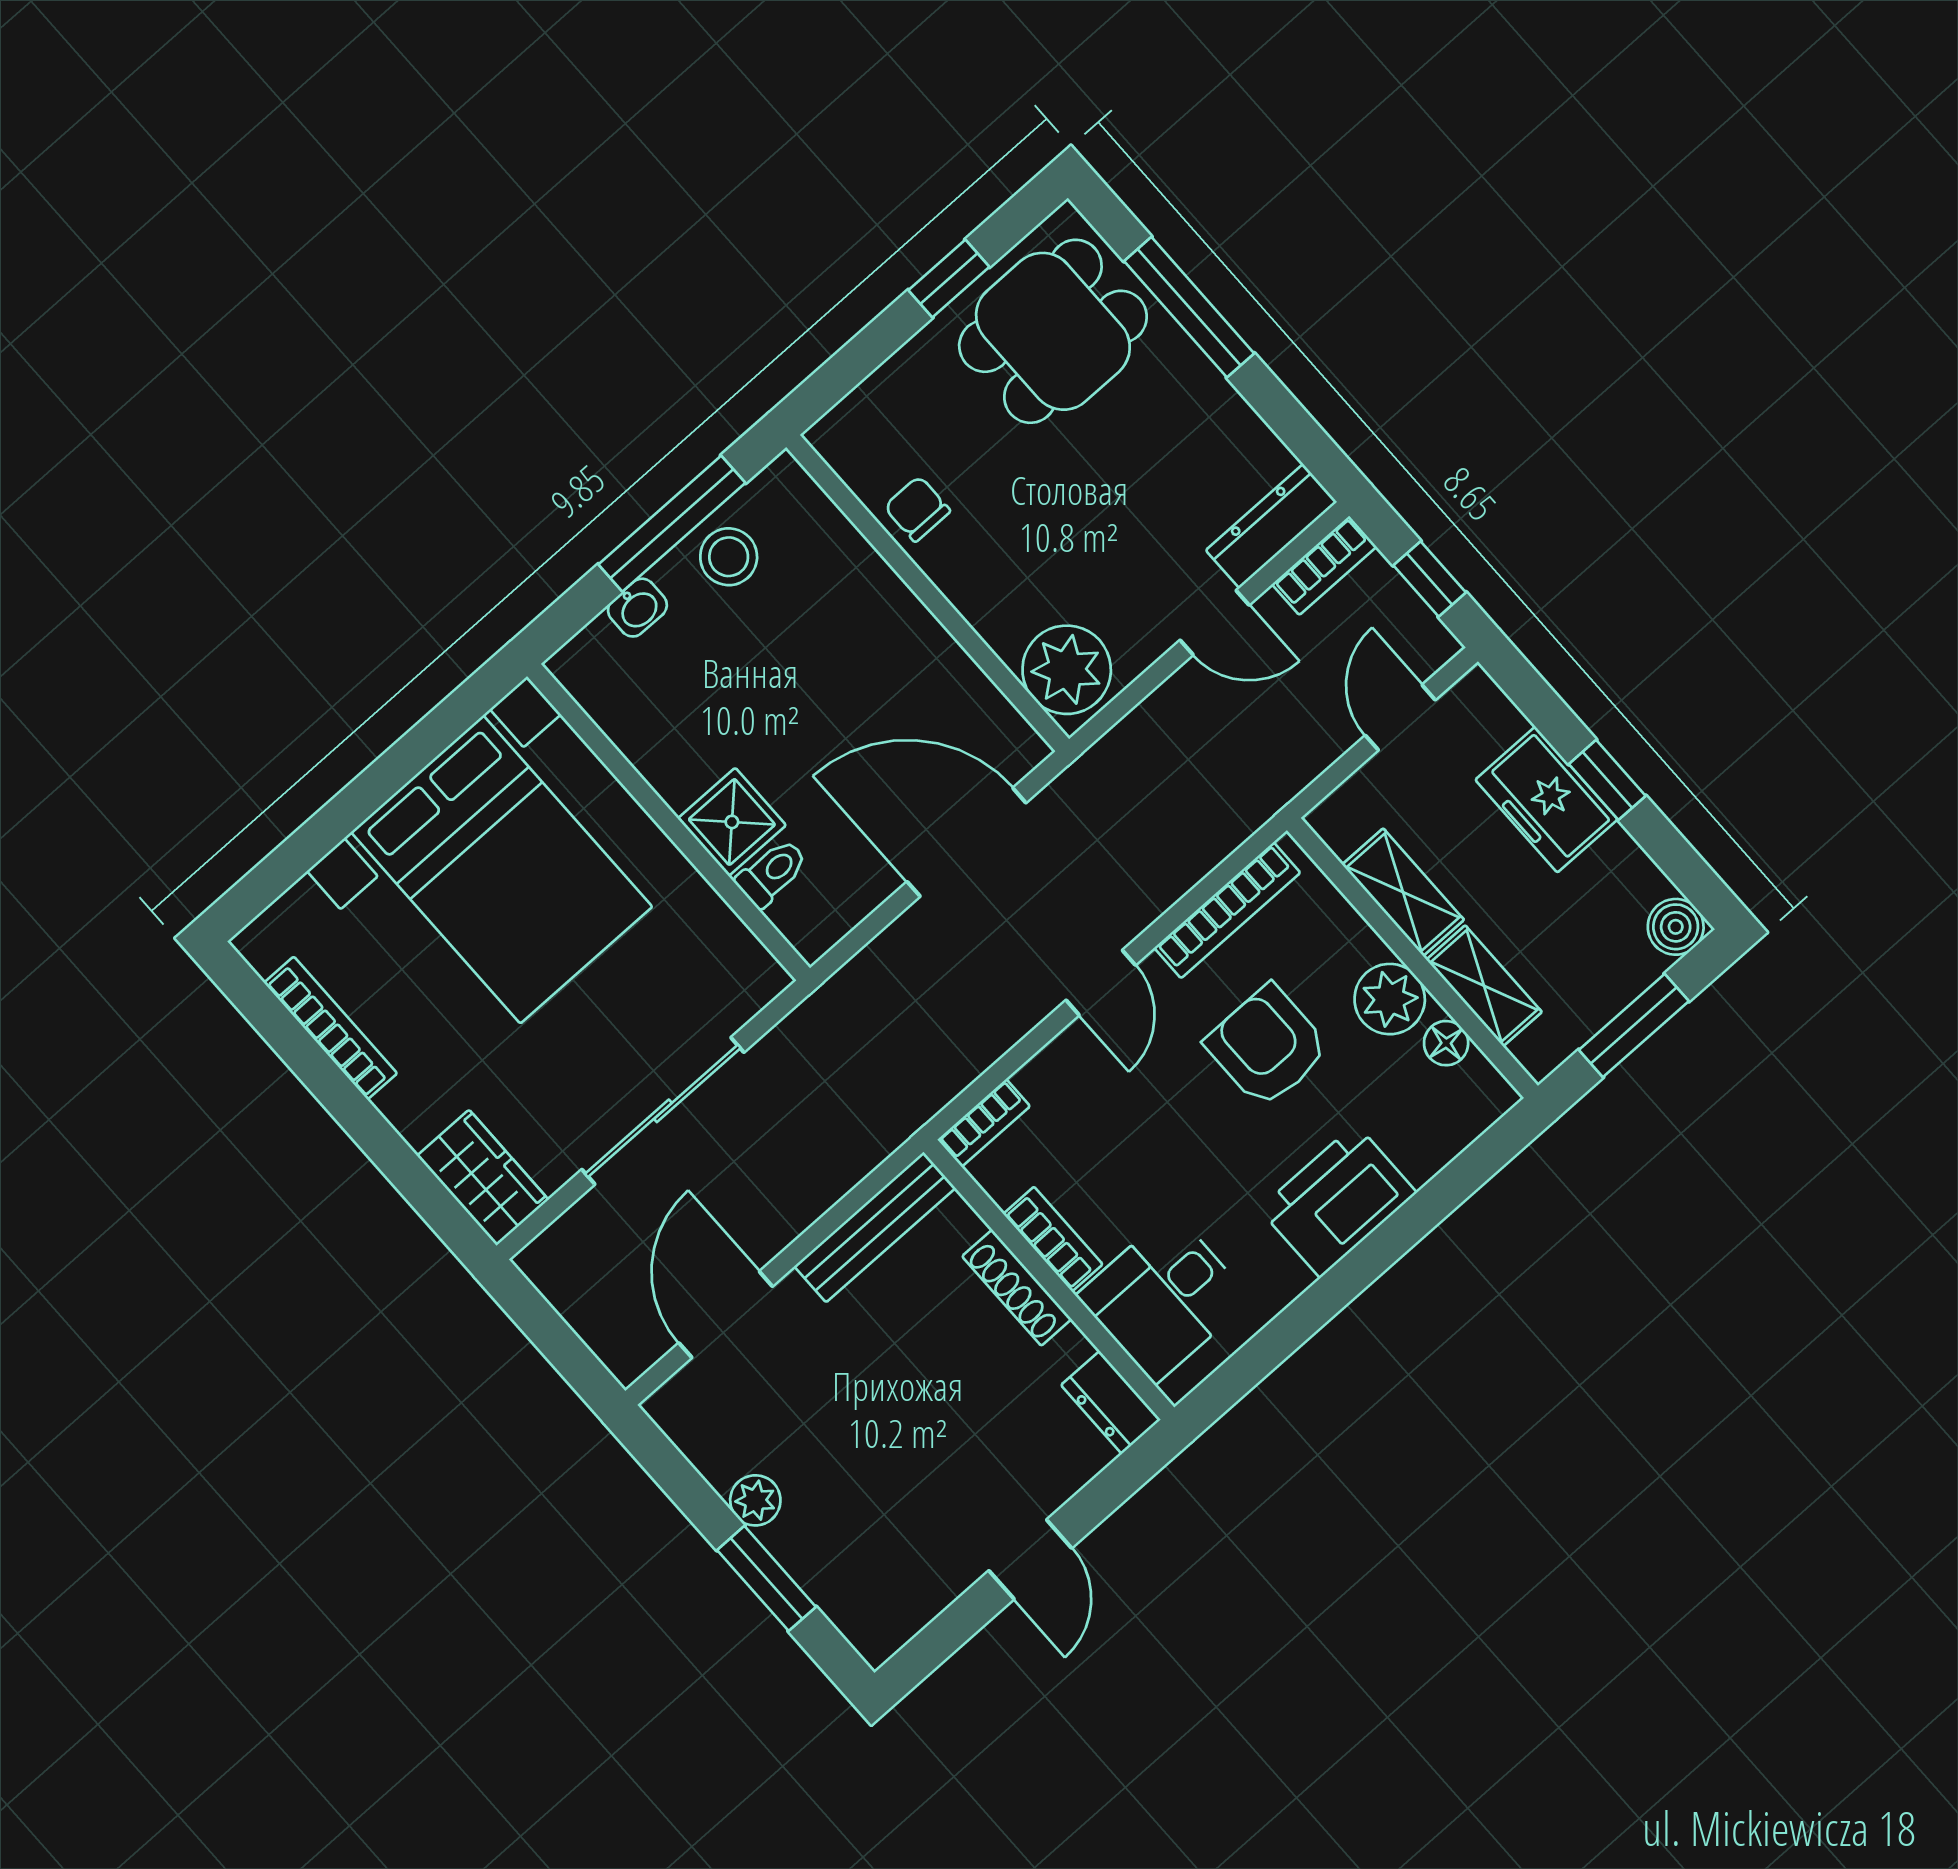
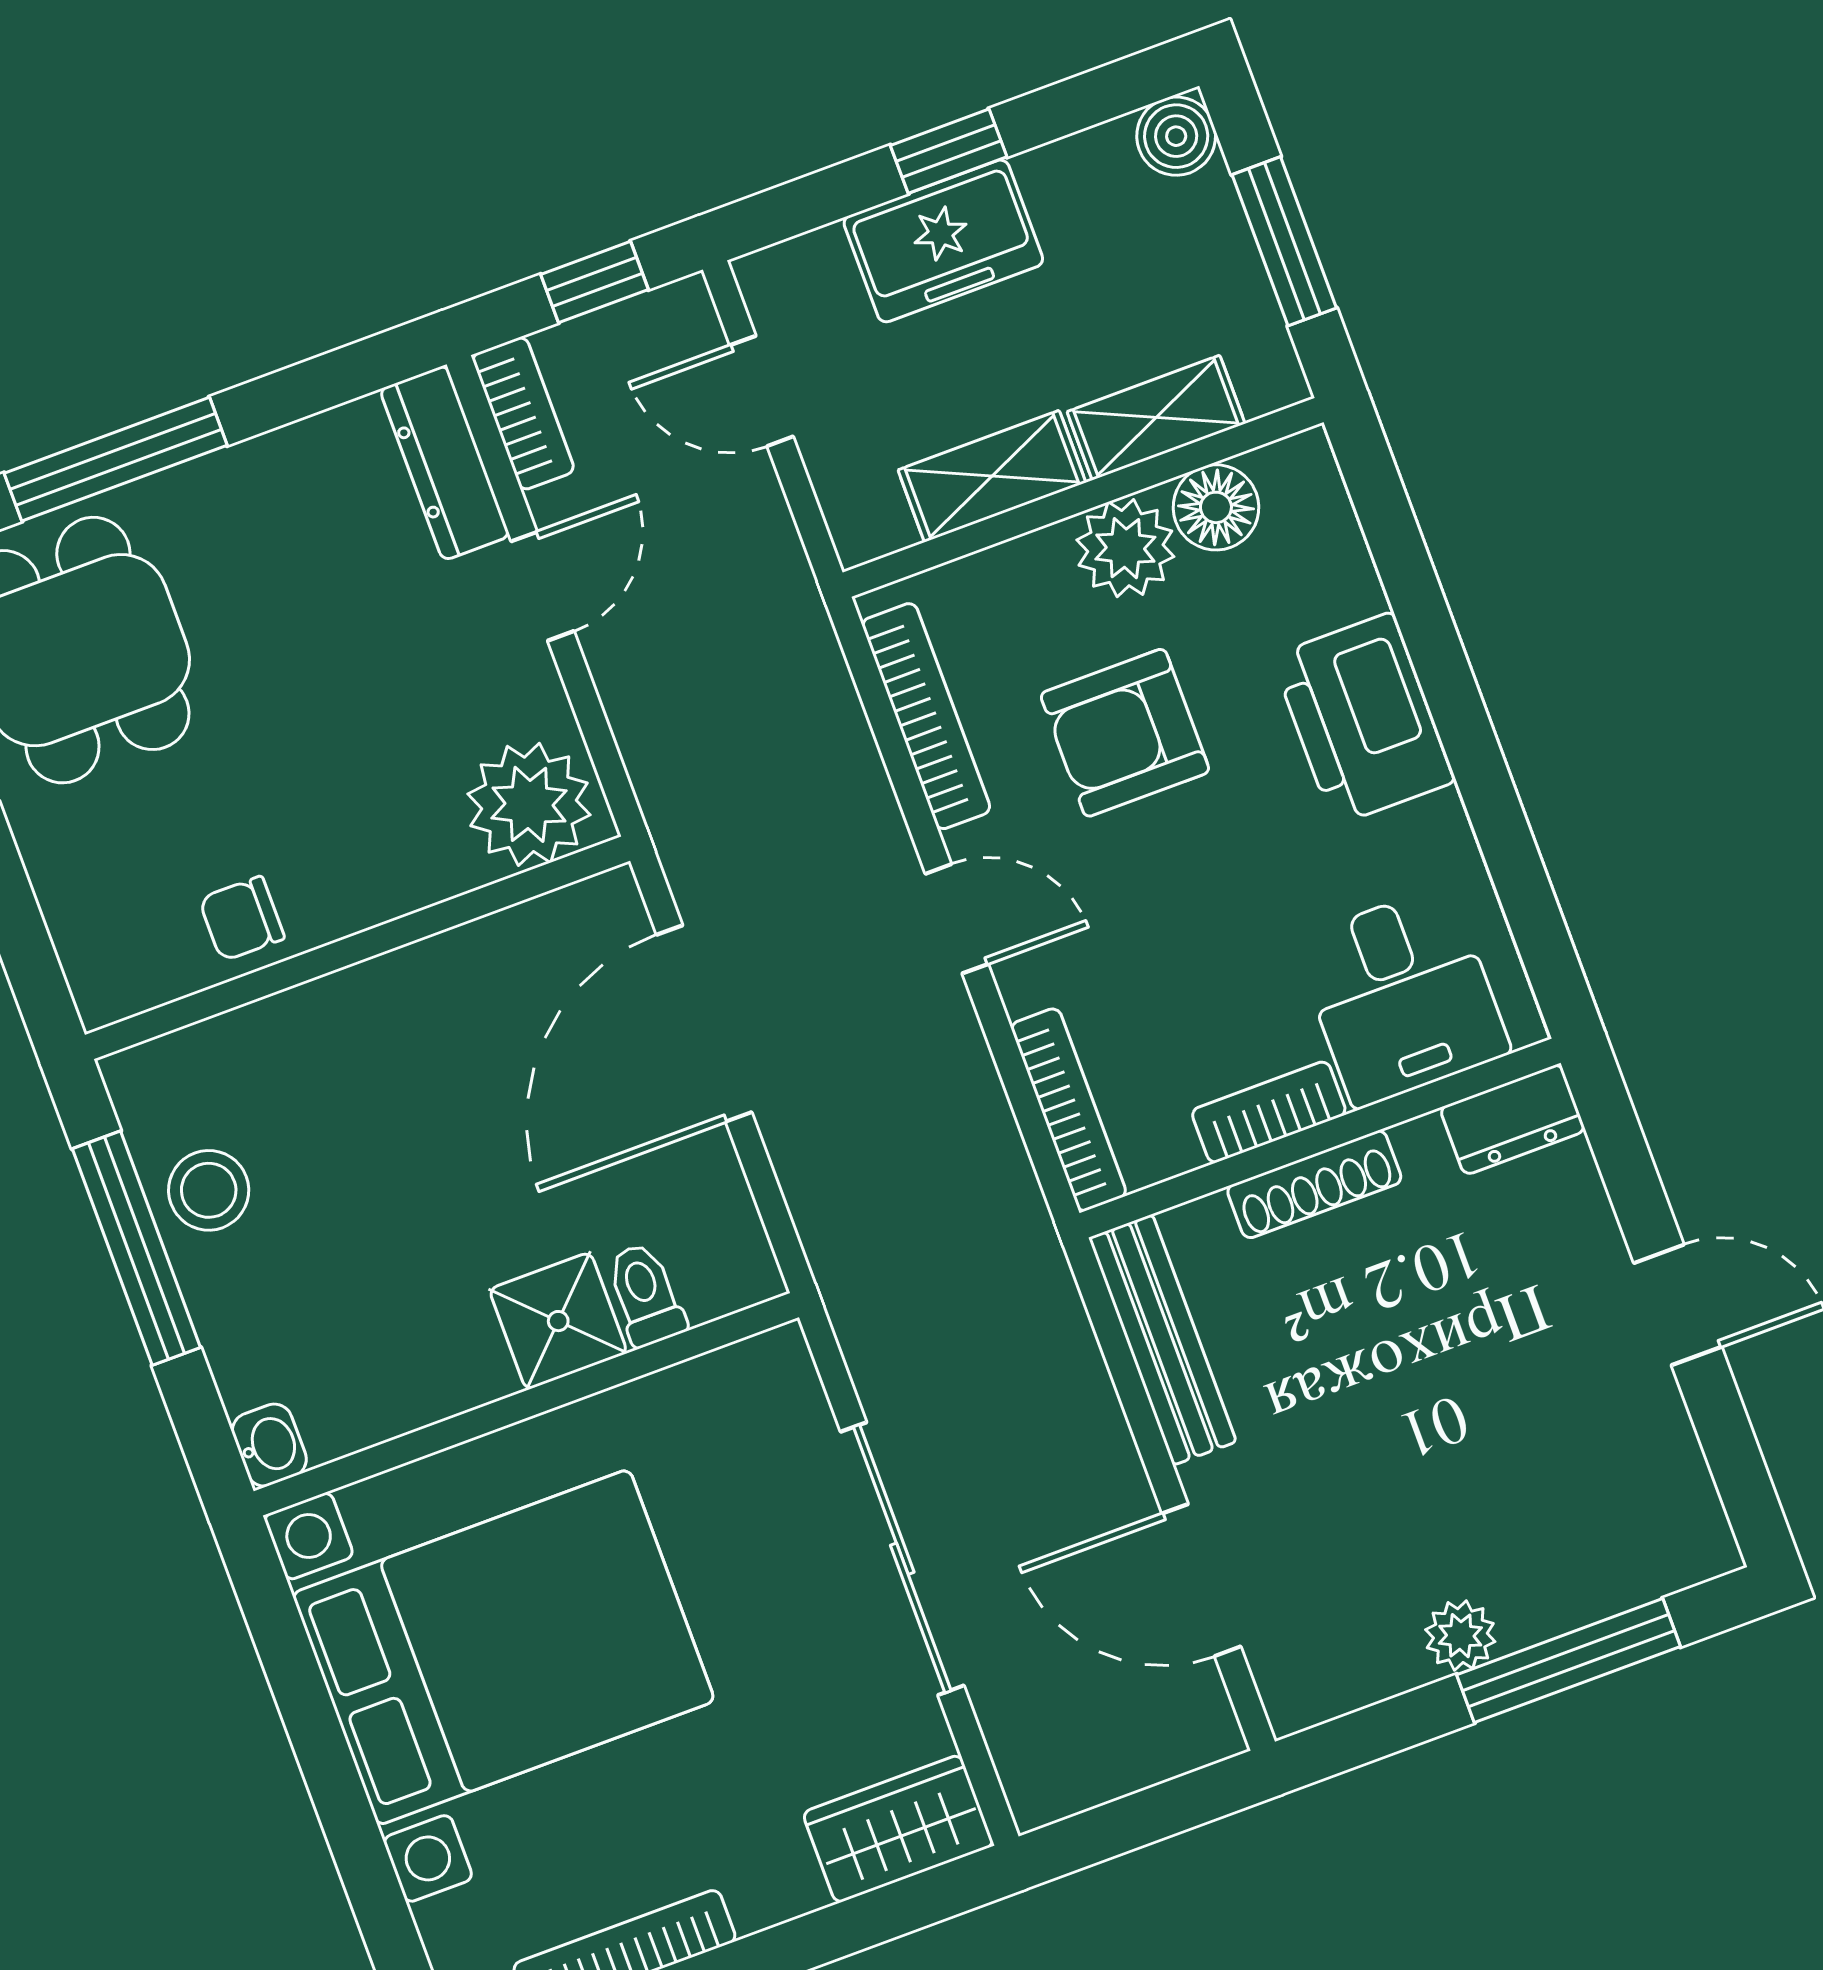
washbasin: (637, 608) -> (269, 1445), moved
floor lamp: (1446, 1043) -> (1216, 507), width x1.37, depth x1.37
bookcase: (984, 1123) -> (1069, 1110), width x1.56
window: (767, 1578) -> (1568, 1661), width x1.44

